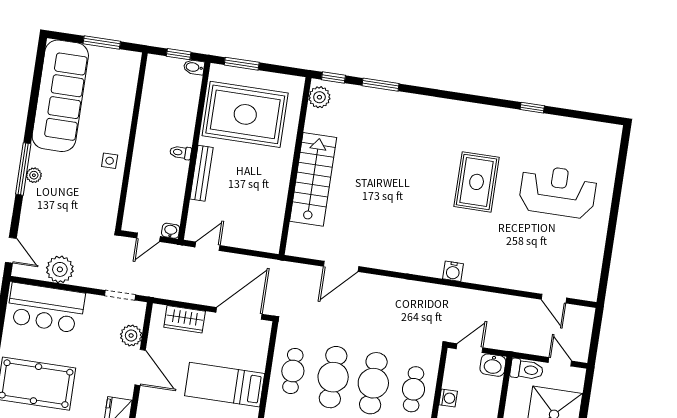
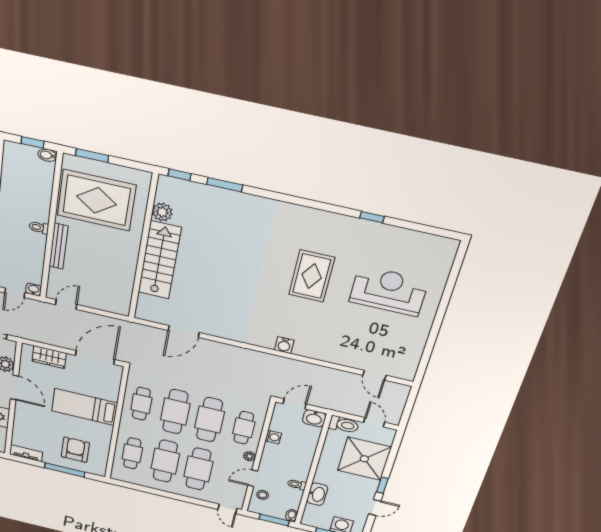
plant: (319, 97) -> (162, 212), moved

